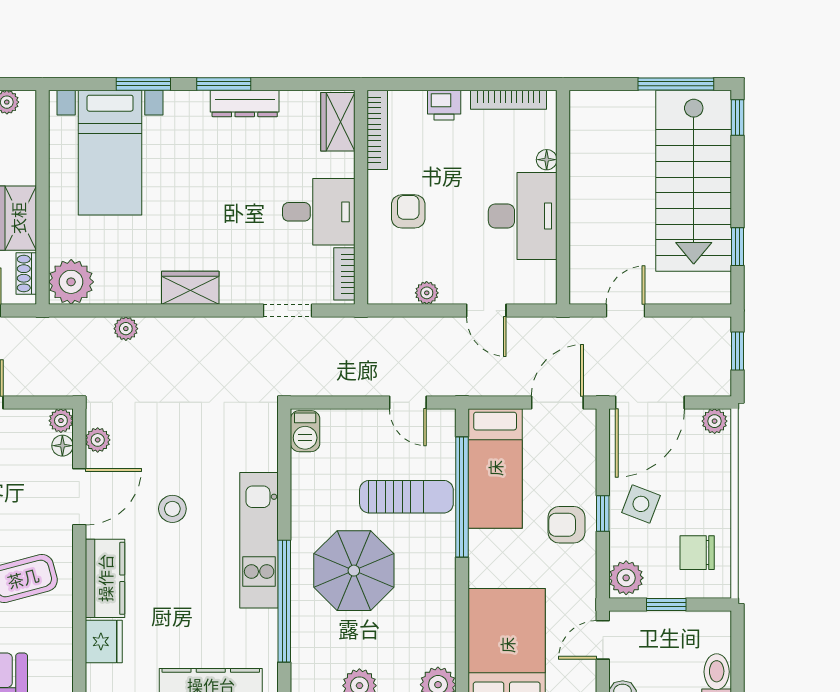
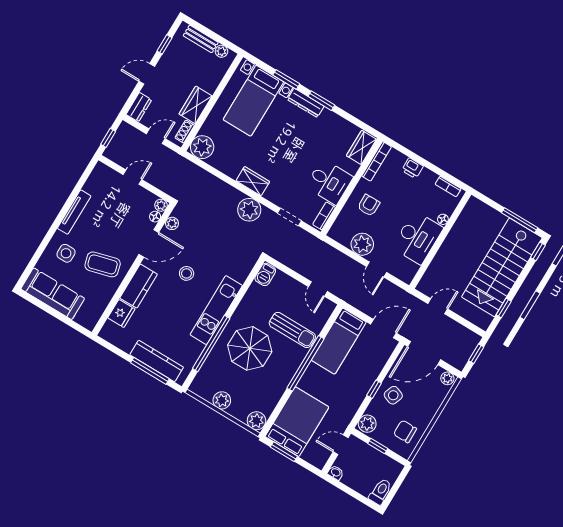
bookcase: (508, 100) -> (448, 187), width x0.64
dresser: (245, 103) -> (306, 103), moved
plant: (427, 293) -> (362, 244), width x1.88, depth x1.88
plant: (126, 329) -> (249, 210), moved, width x1.88, depth x1.88
window: (462, 497) -> (305, 363), moved
armchair: (567, 525) -> (355, 385), removed

